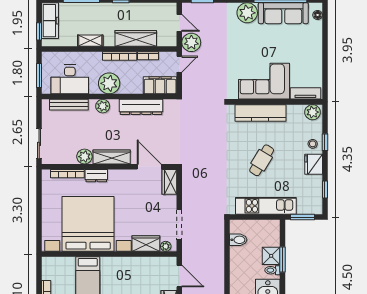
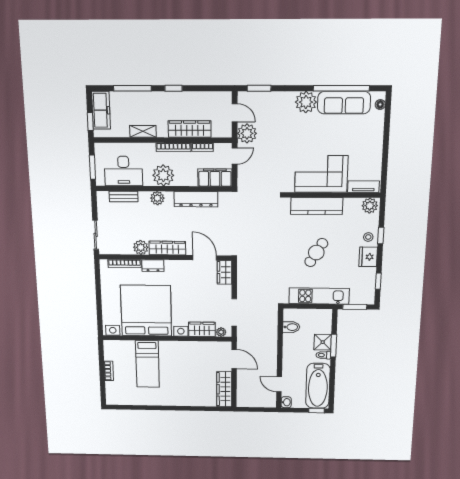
bench: (69, 105) -> (124, 196), width x0.73

